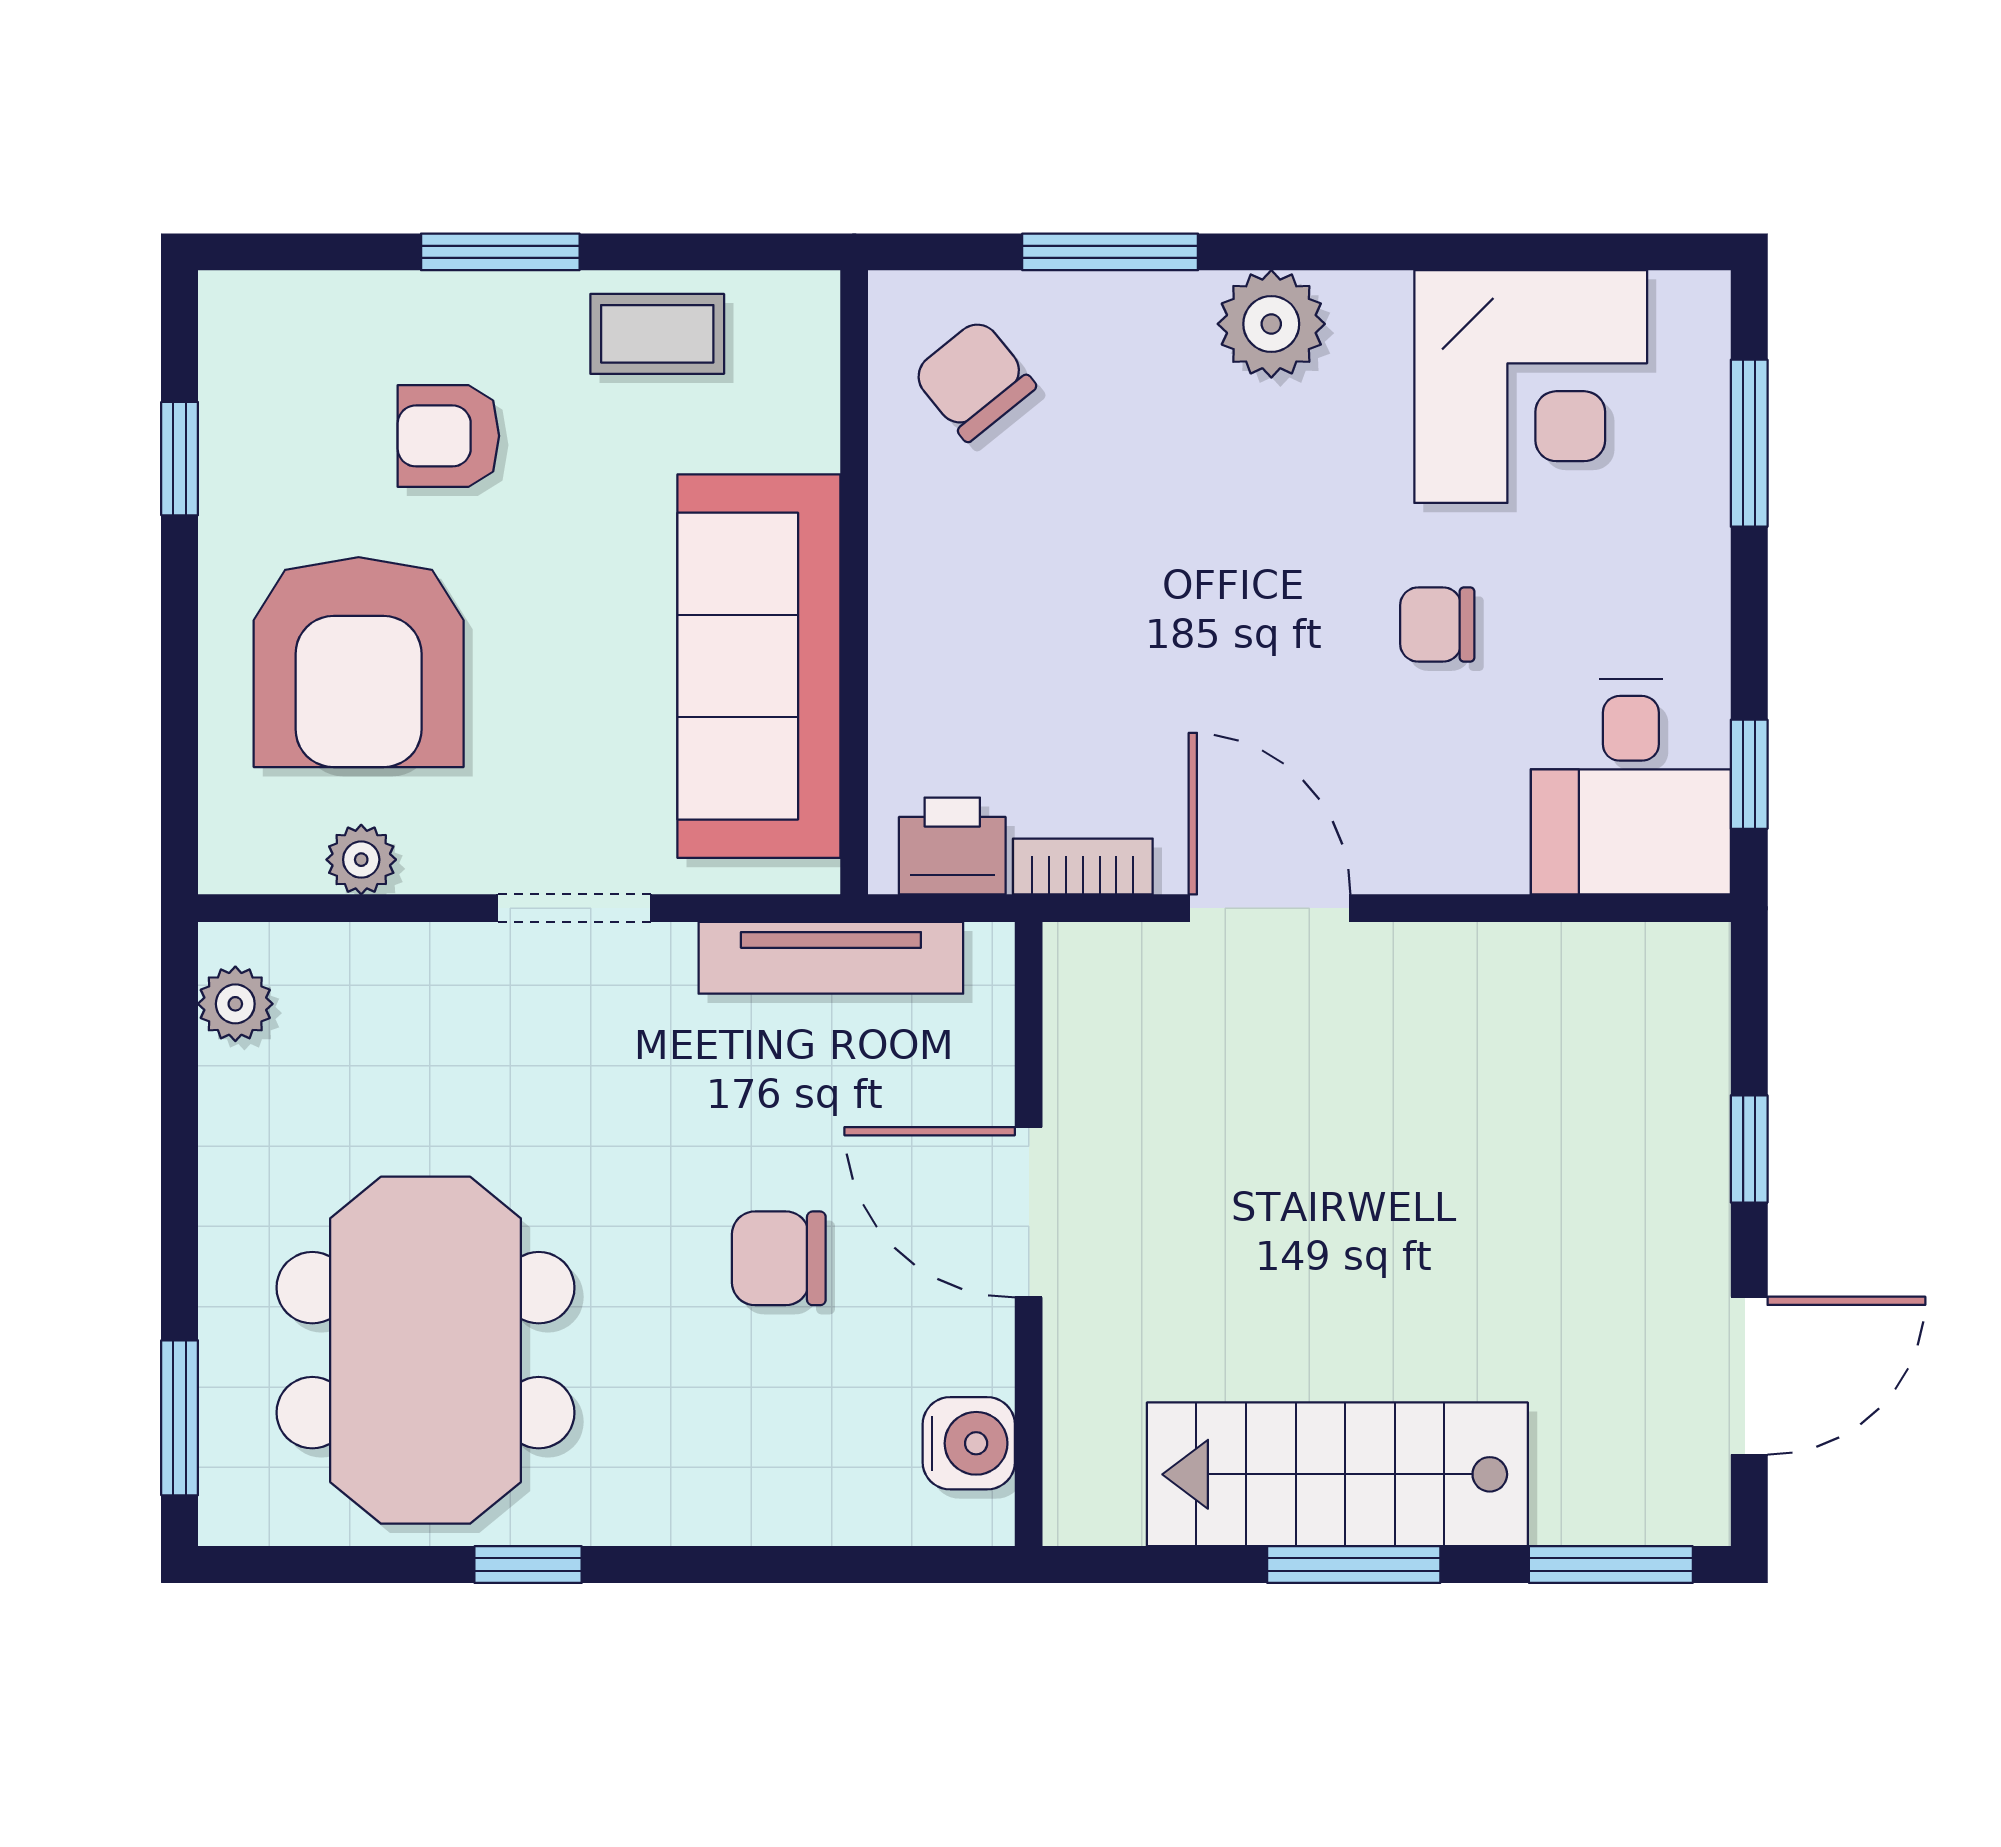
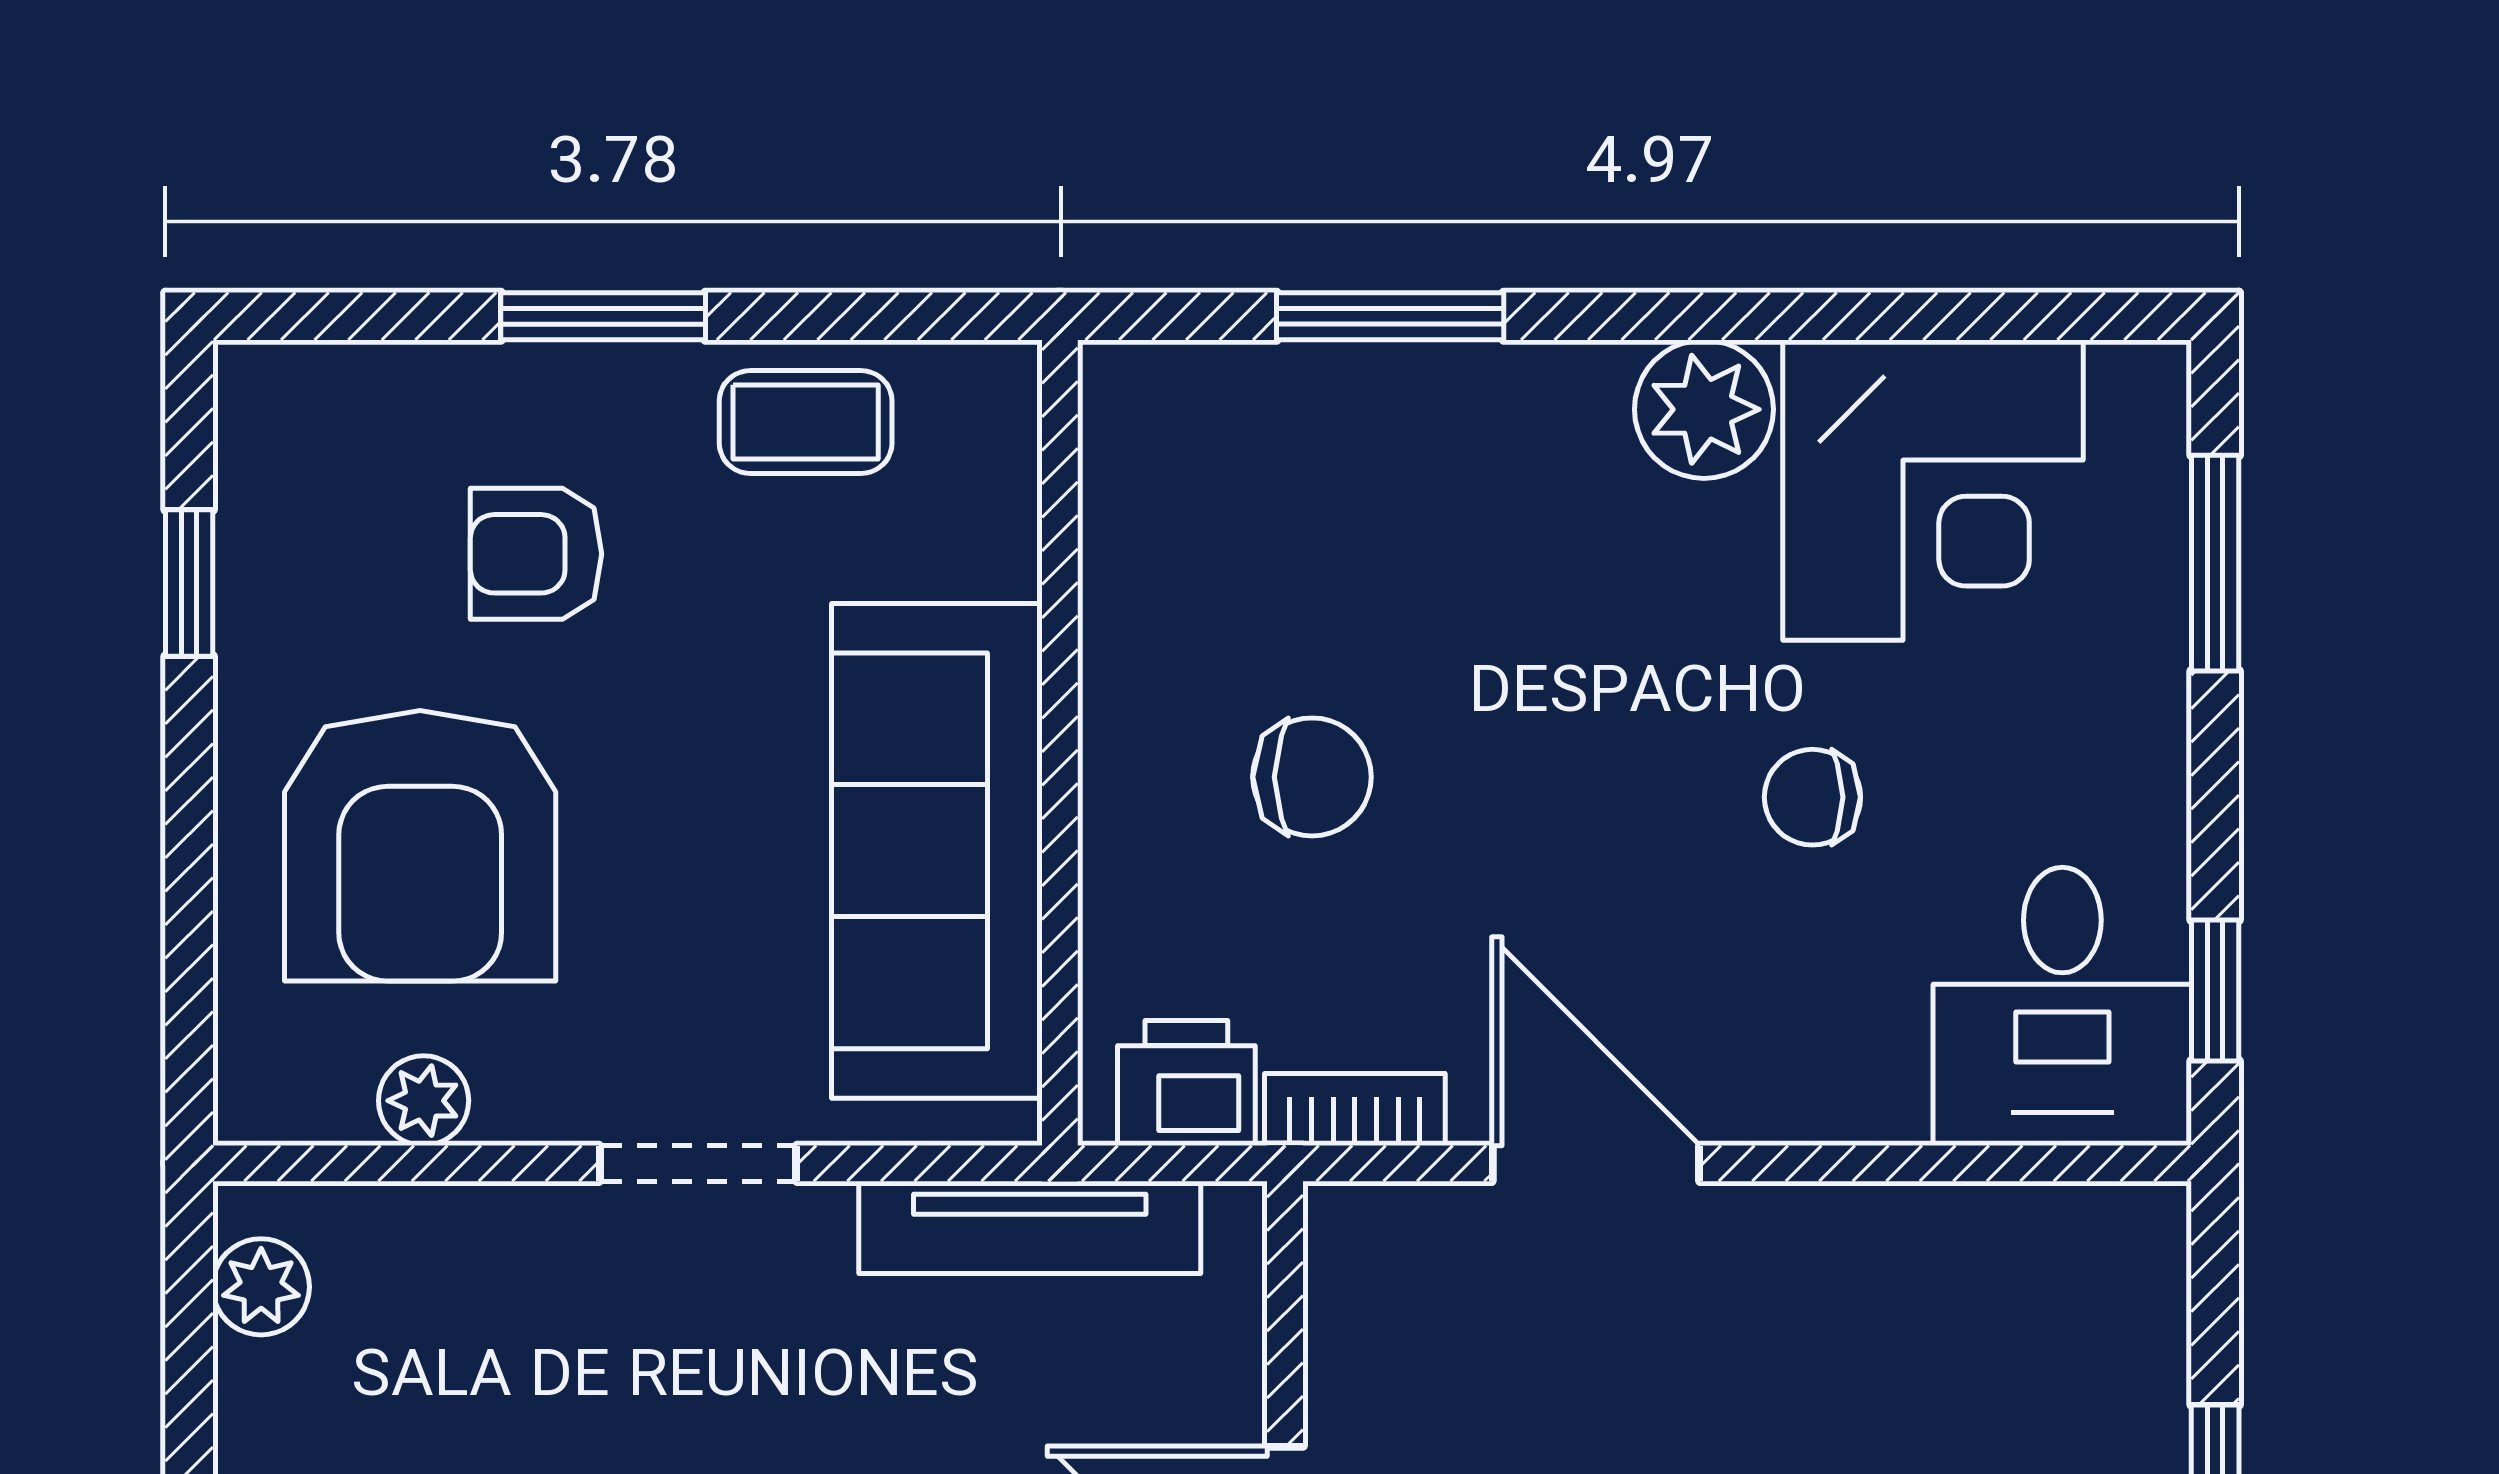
plant: (1271, 324) -> (1704, 409), moved
chair: (974, 380) -> (1312, 777), moved, turned 129

